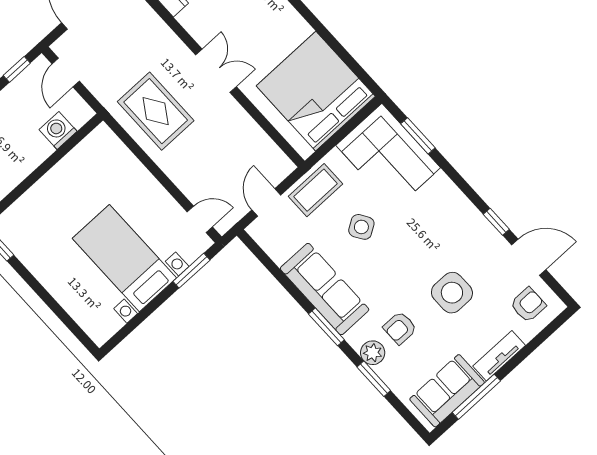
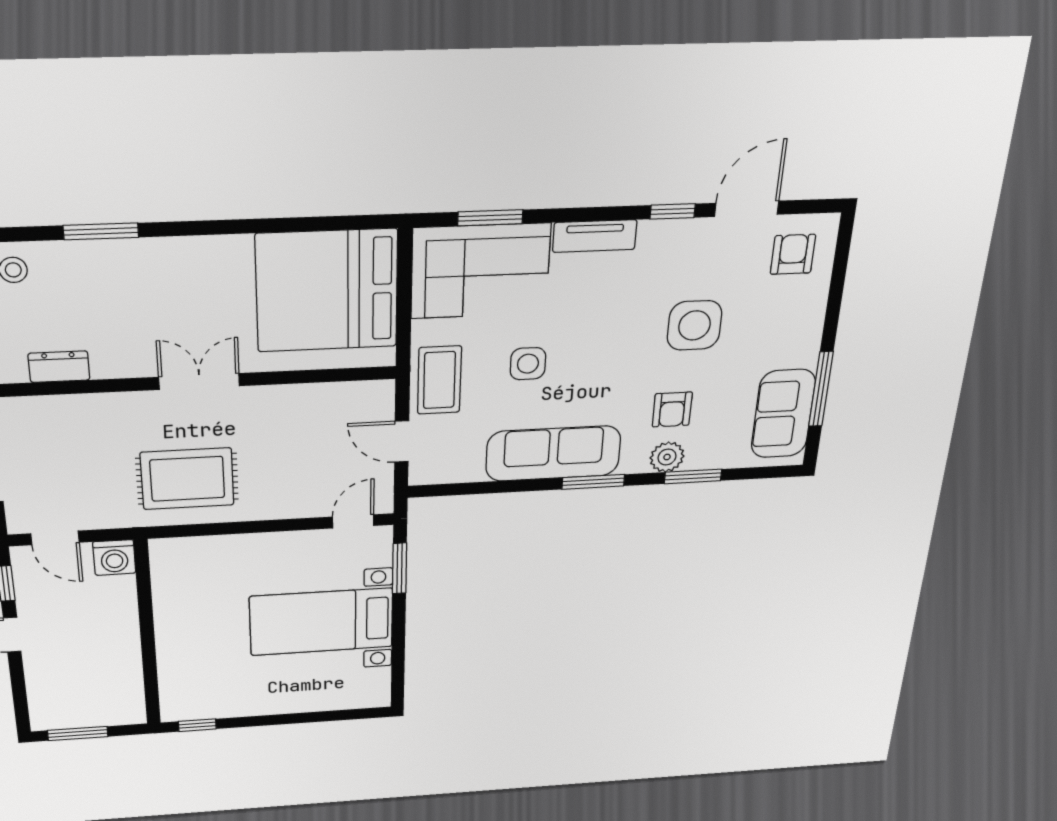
washing machine: (58, 130) -> (114, 558), moved, turned -90
side table: (361, 227) -> (528, 364), turned 32
tv unit: (499, 356) -> (595, 236), moved, turned -90

